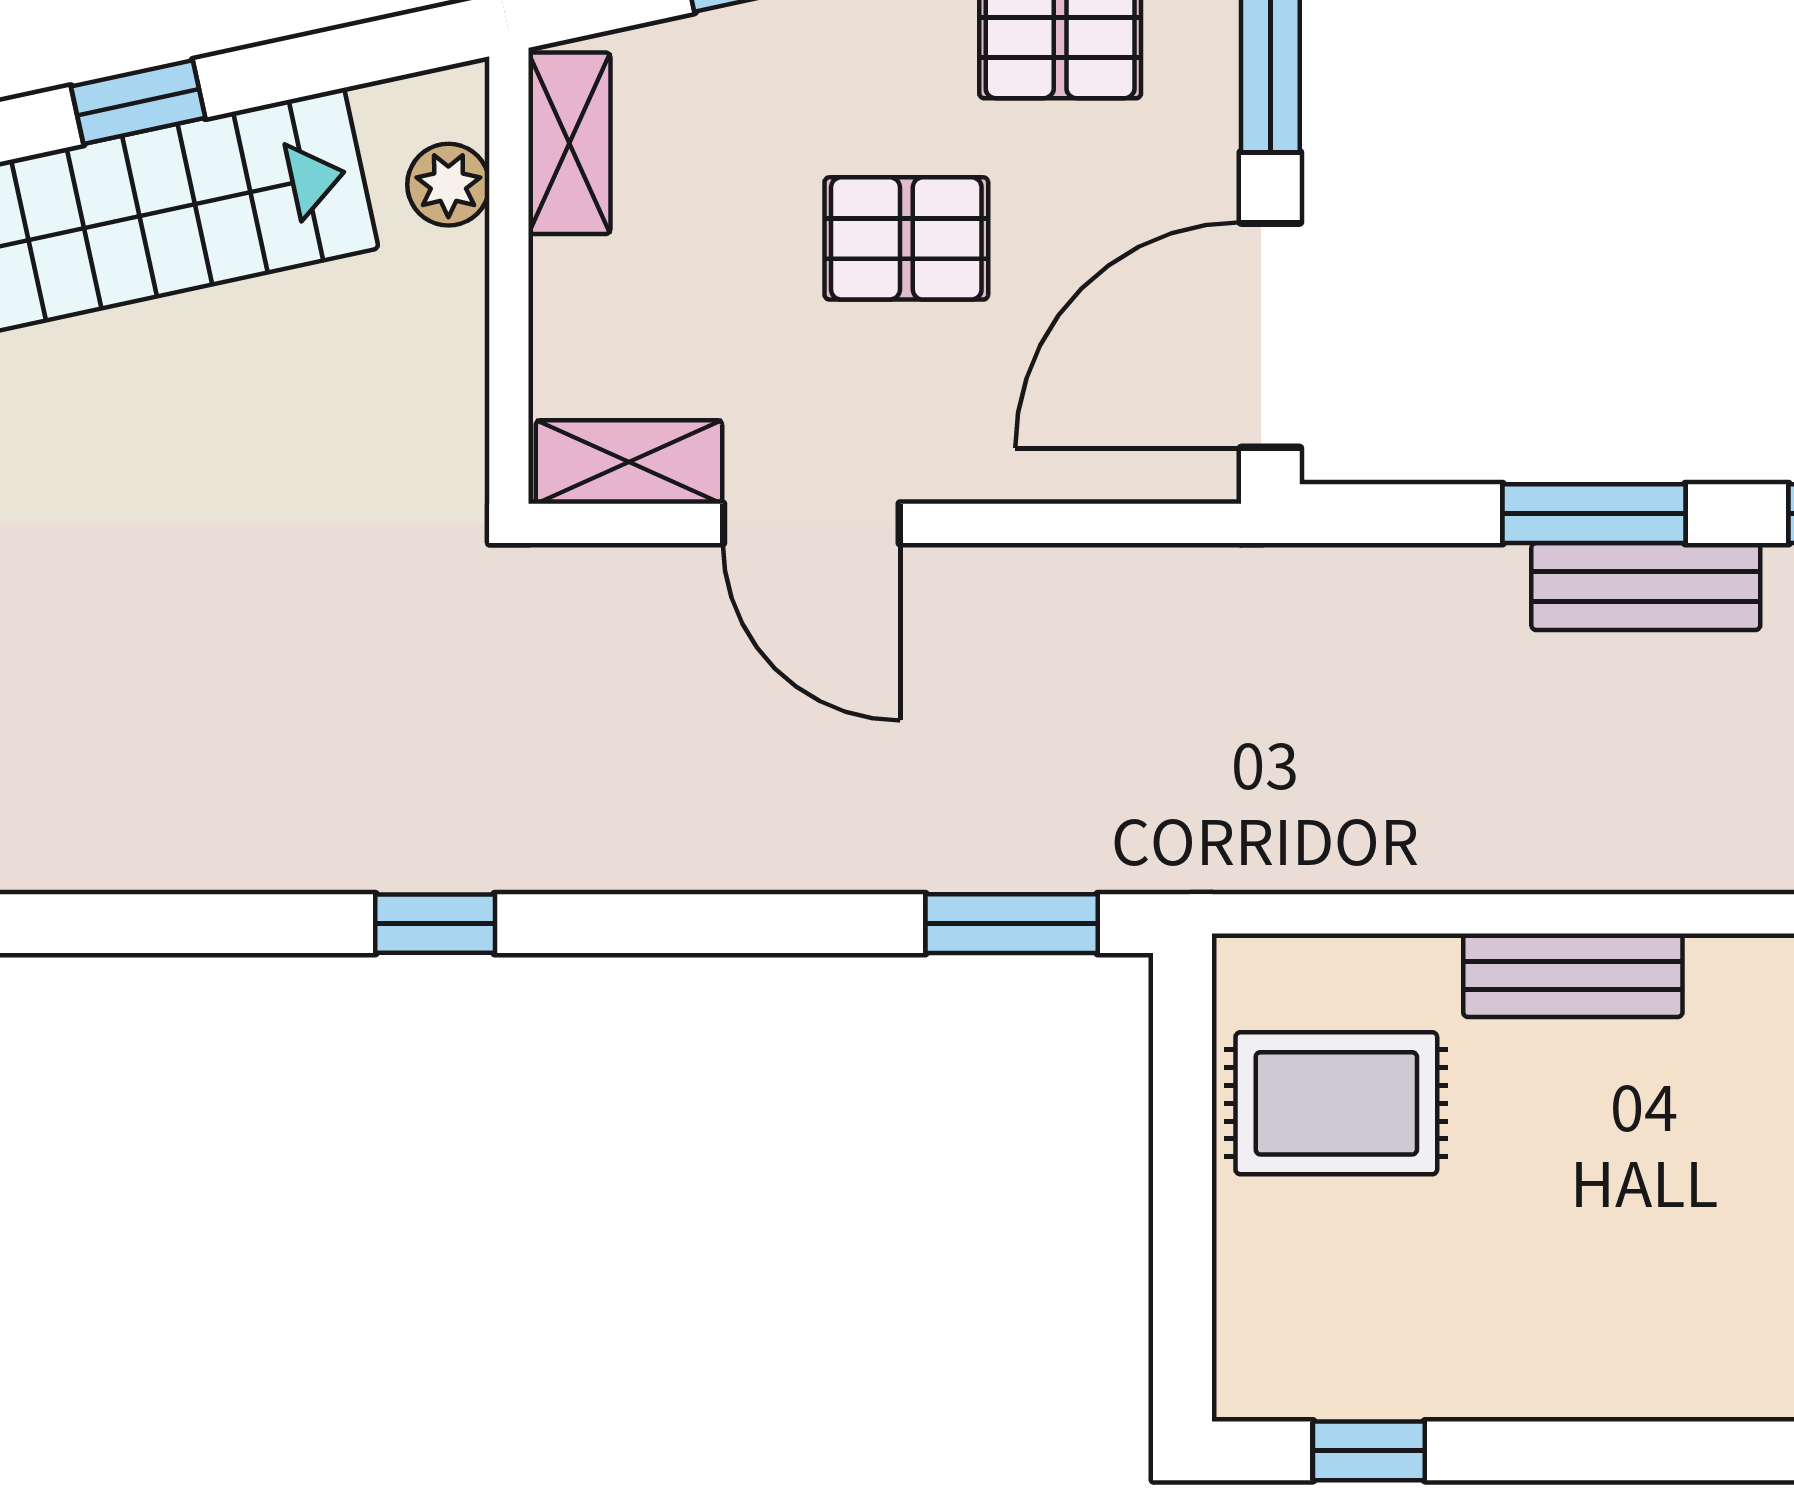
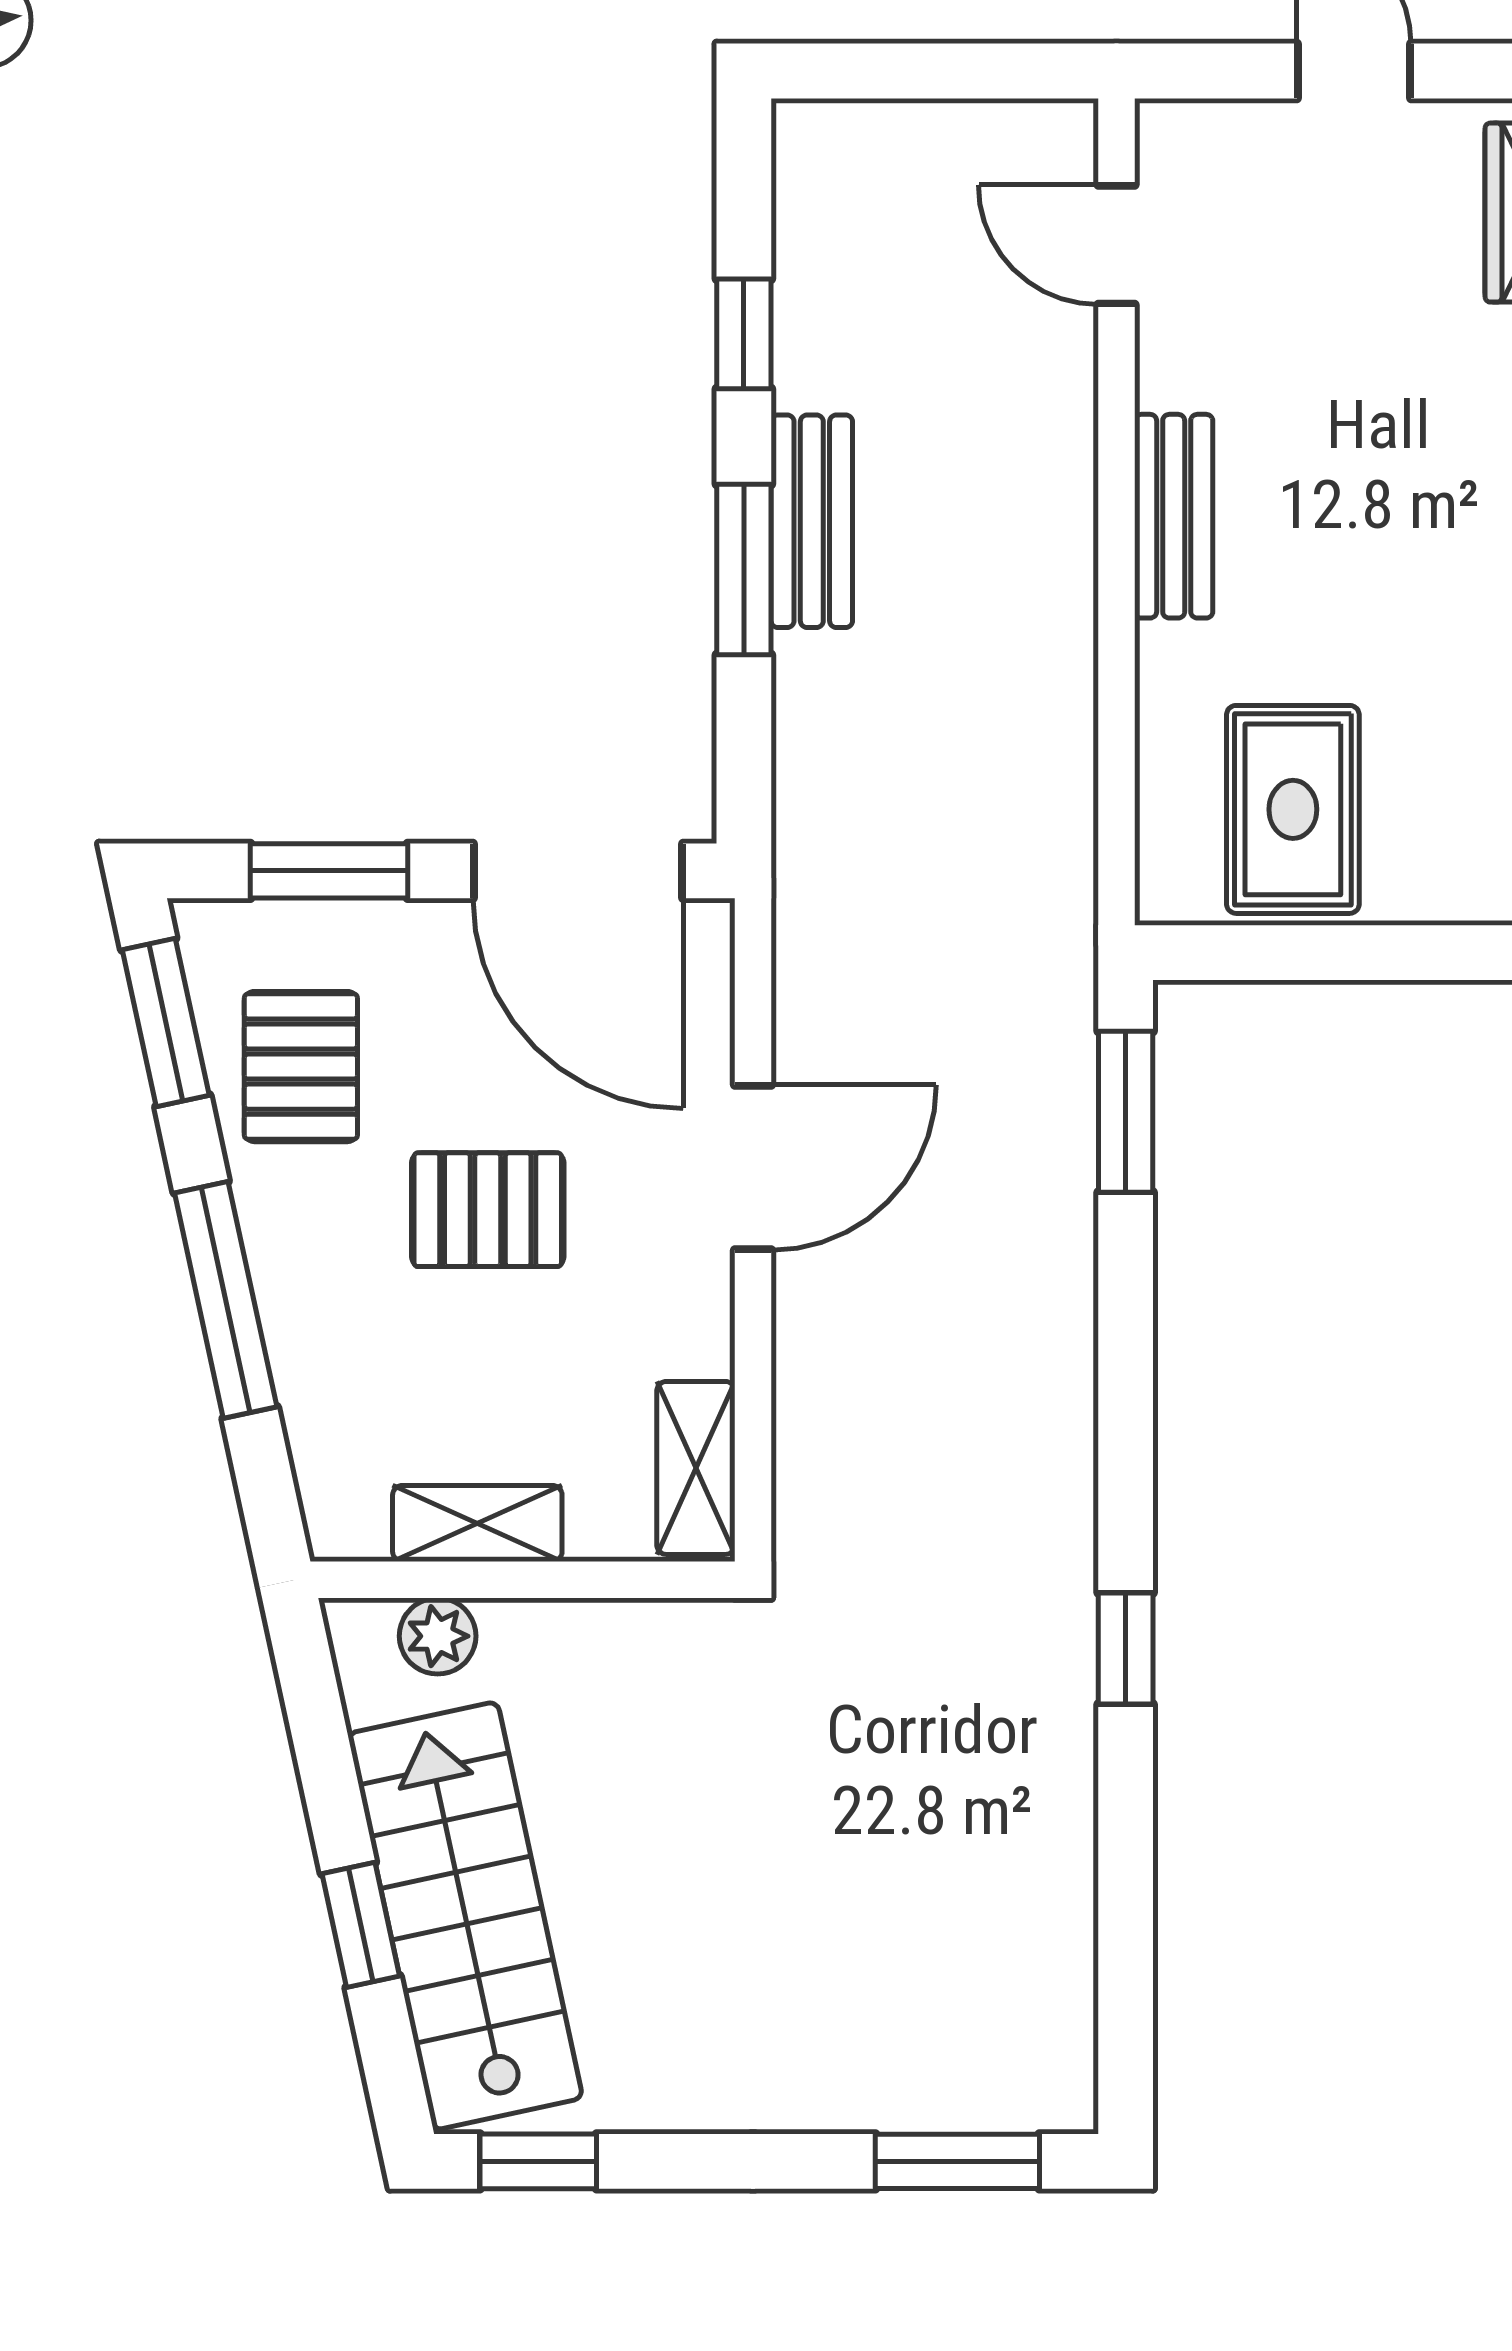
shelving: (569, 143) -> (477, 1523), moved
pallet: (906, 238) -> (488, 1210), turned 90
door: (811, 523) -> (753, 1168), moved
bench: (1573, 975) -> (1174, 516), moved

